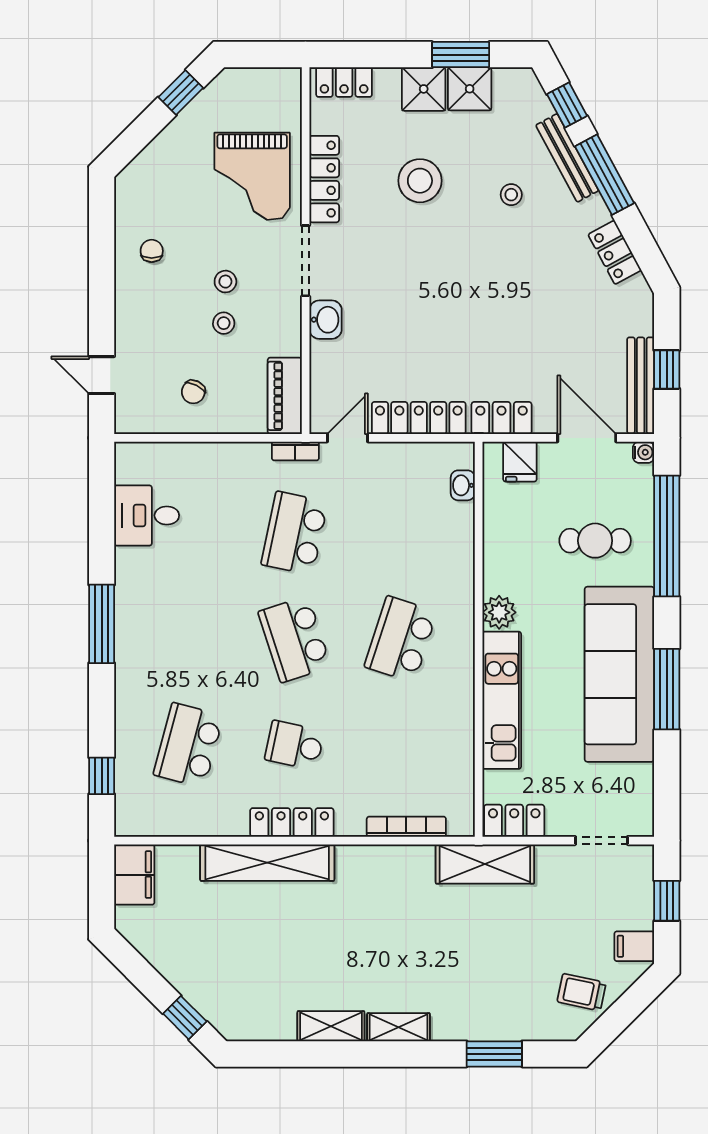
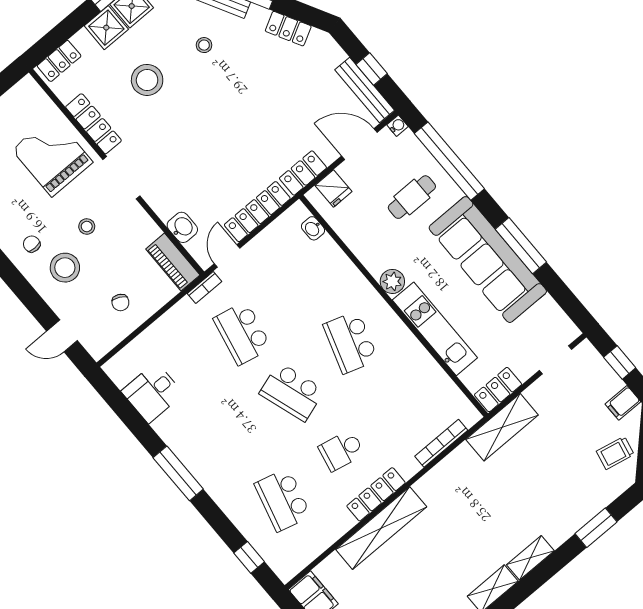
grand piano: (252, 176) -> (52, 156), turned 180
washbasin: (326, 320) -> (182, 227), moved
stool: (224, 323) -> (65, 268), moved, width x1.89, depth x1.89

